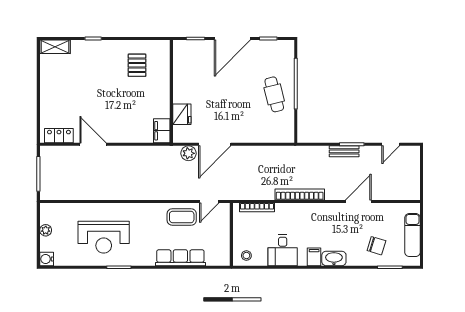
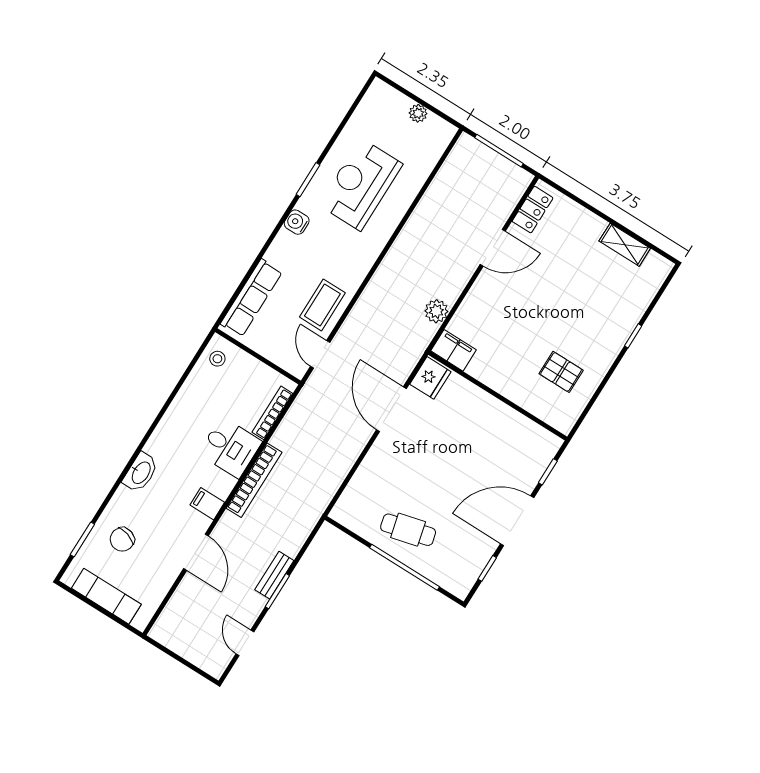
door: (232, 39) -> (517, 521), hinge flipped
shelving: (55, 47) -> (625, 245), moved, turned 90
fridge: (182, 114) -> (430, 378), moved, turned -90
plant: (188, 153) -> (436, 311), moved
desk: (283, 250) -> (230, 448), moved, turned 180
filing cabinet: (314, 257) -> (207, 504), moved, turned 180
row of seats: (180, 258) -> (251, 298), moved
water cooler: (47, 259) -> (297, 222), moved, turned -90

